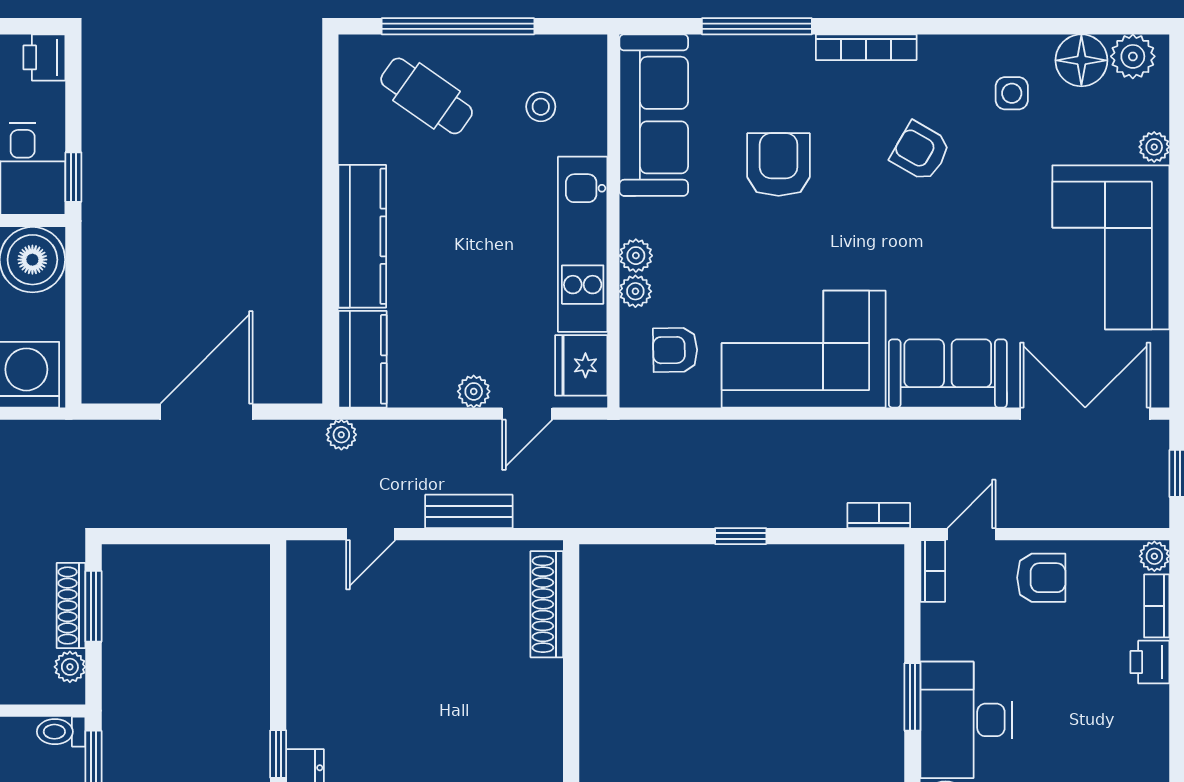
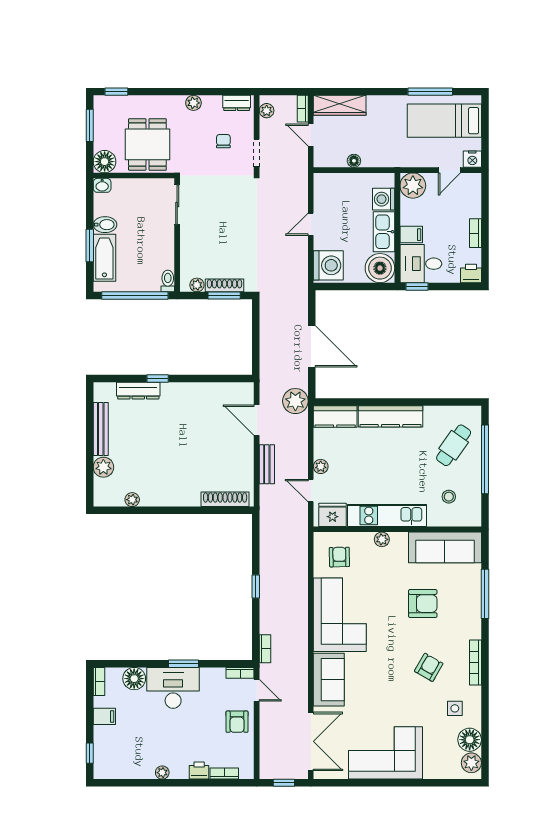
bookcase: (866, 47) -> (476, 662), moved
plant: (1154, 147) -> (431, 772), removed
plant: (635, 291) -> (366, 539), removed
plant: (341, 435) -> (295, 401), width x1.87, depth x1.87
door: (371, 534) -> (257, 420), width x1.38
plant: (1154, 556) -> (162, 773), moved

